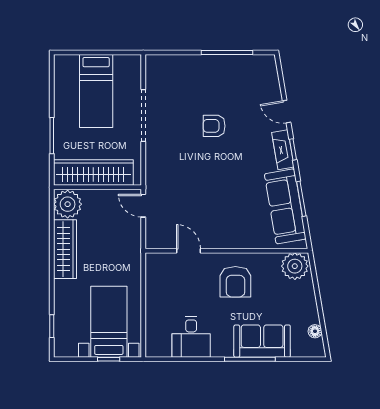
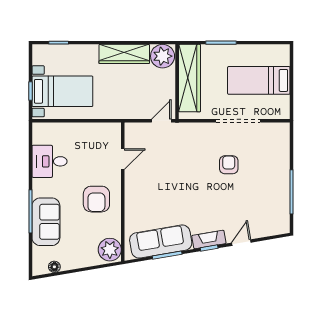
armchair: (214, 126) -> (229, 165), moved
armchair: (235, 282) -> (96, 199), turned -90

